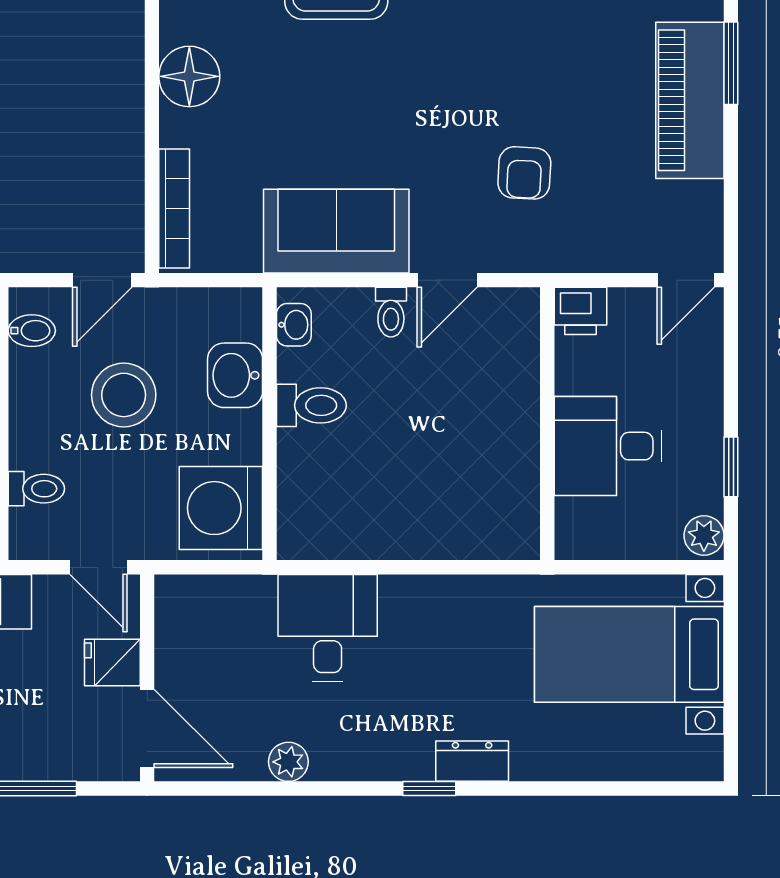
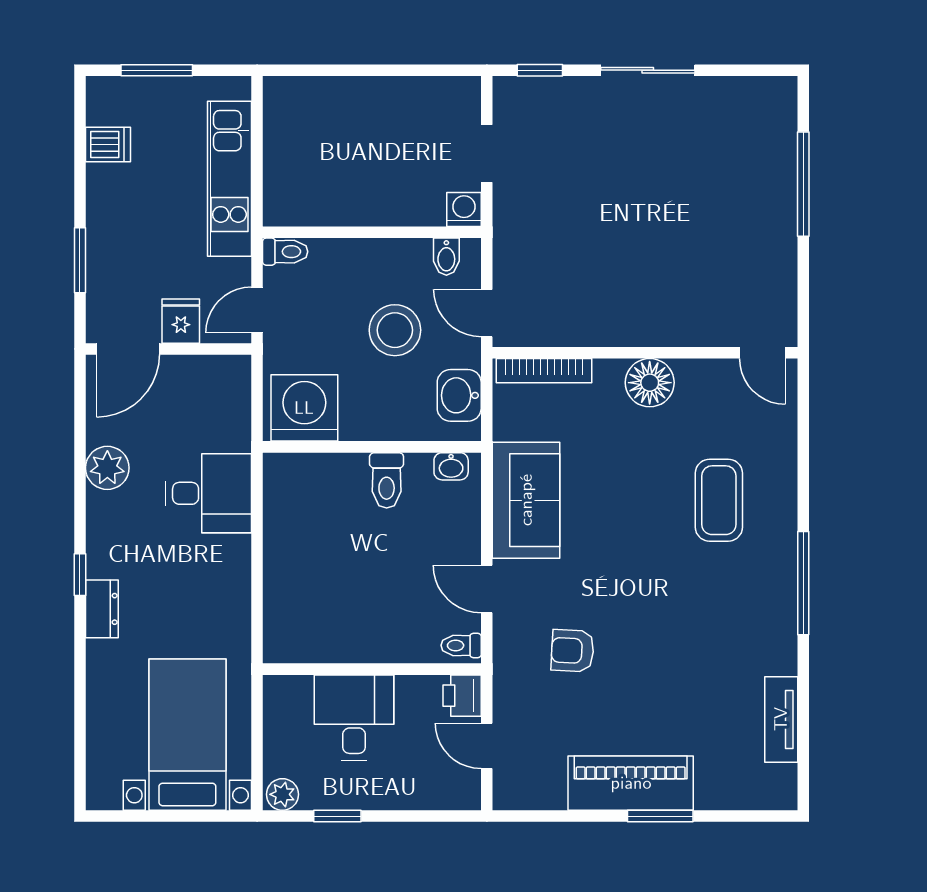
door: (686, 280) -> (487, 746), moved
toilet: (391, 312) -> (461, 645), moved
washbasin: (235, 375) -> (459, 395), moved, turned -90
toilet: (36, 489) -> (285, 252), moved, turned -90
plant: (288, 762) -> (107, 468), width x1.38, depth x1.38

